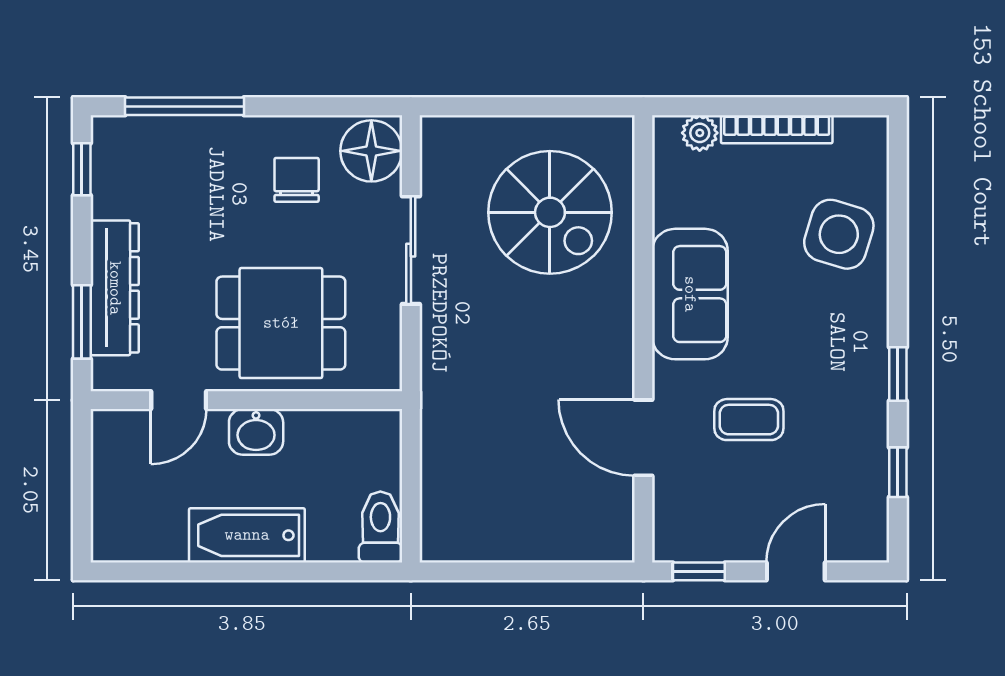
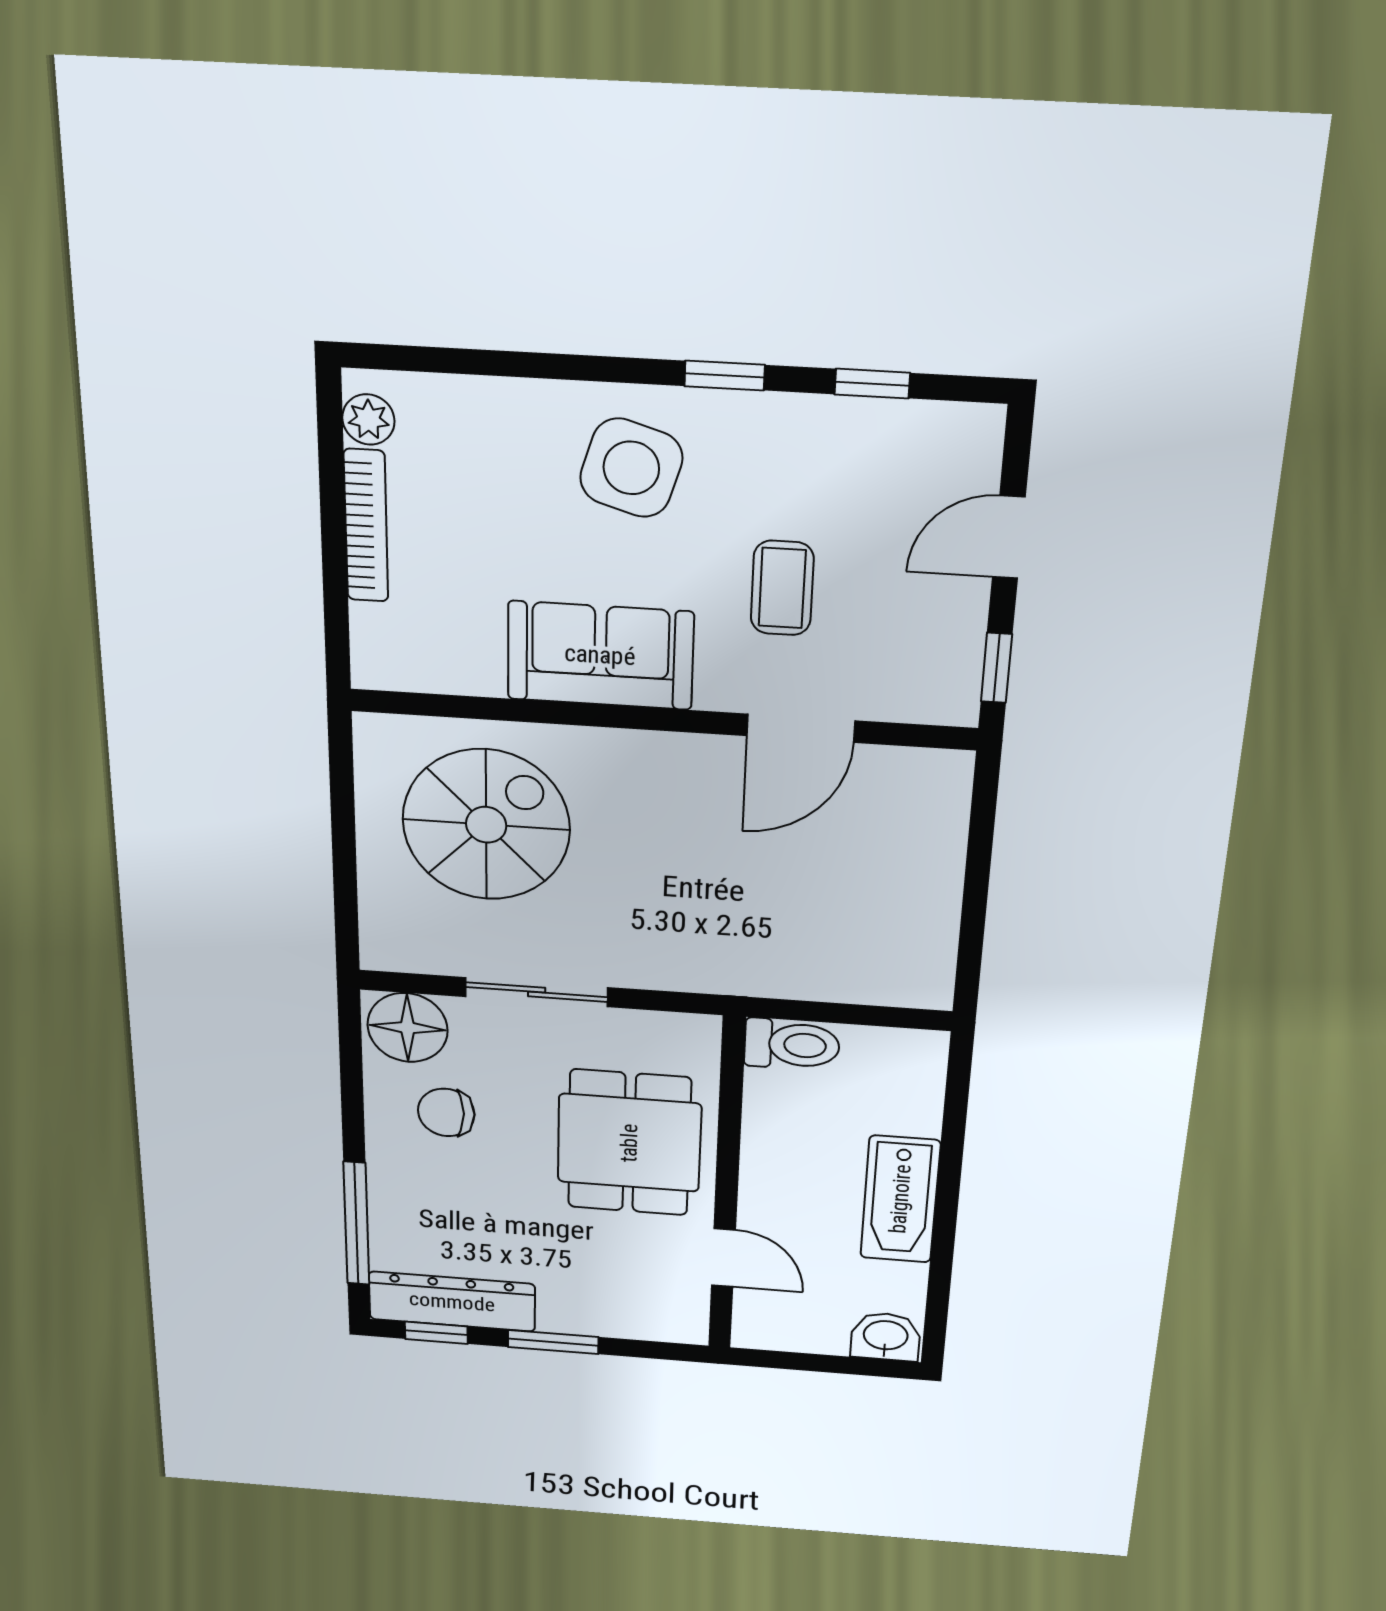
plant: (700, 133) -> (368, 419), moved
side table: (839, 234) -> (631, 468), moved
dresser: (115, 288) -> (452, 1302), moved
window: (82, 322) -> (553, 1342), moved
washbasin: (256, 432) -> (886, 1337), moved, turned -90
toilet: (380, 527) -> (792, 1045), moved, turned 180
door: (796, 571) -> (1009, 537), hinge flipped

